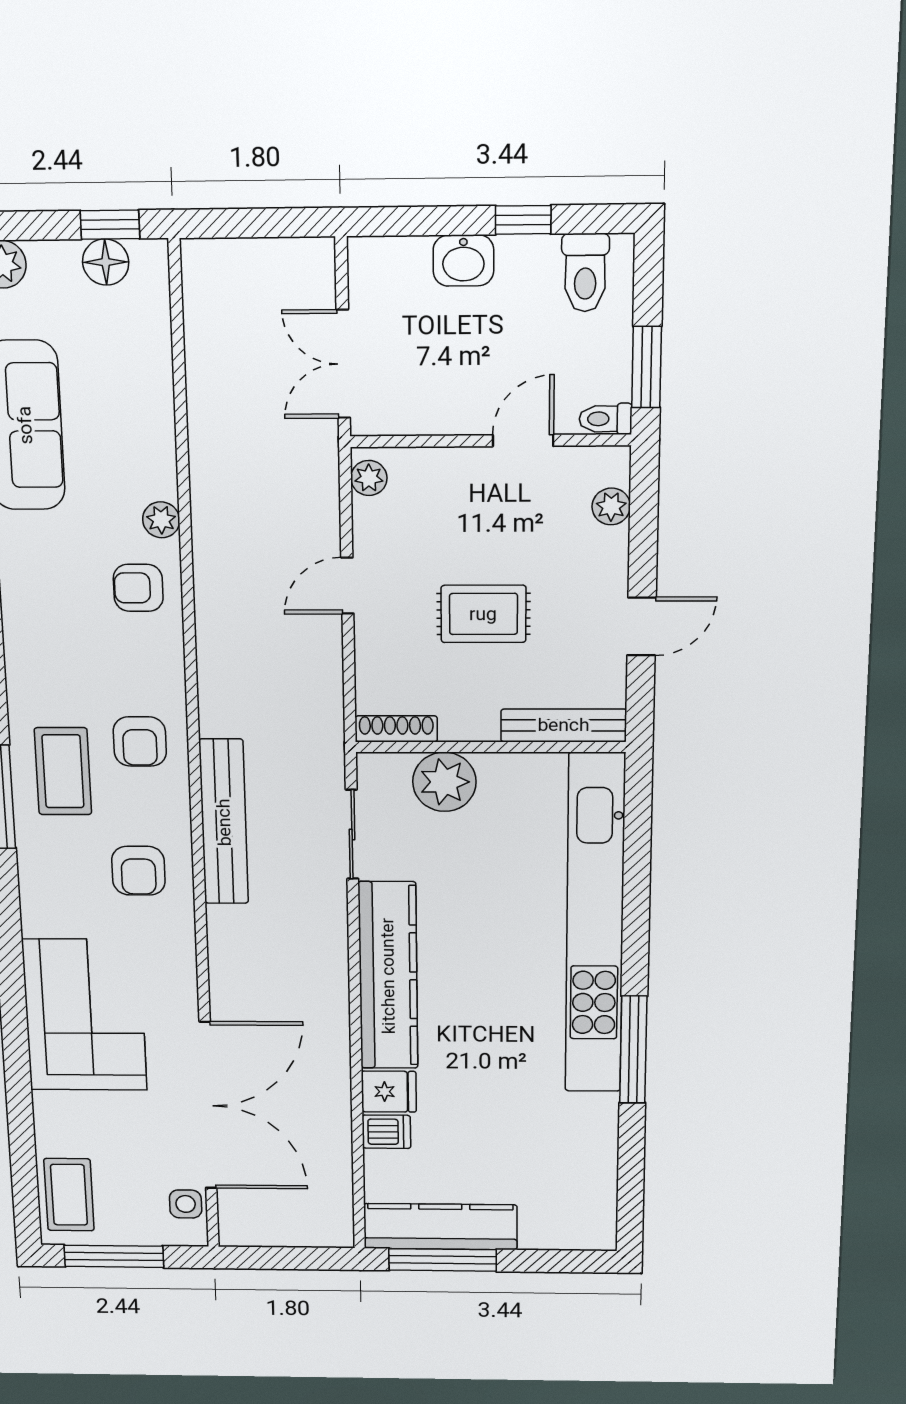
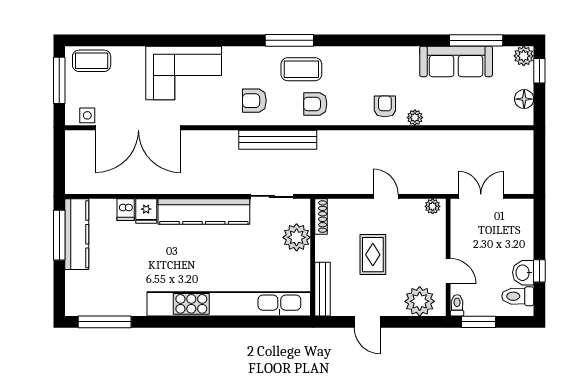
window: (110, 225) -> (539, 71), moved
washbasin: (463, 260) -> (523, 273), moved
plant: (611, 506) -> (420, 301), width x1.87, depth x1.87
window: (633, 1050) -> (105, 322), moved

